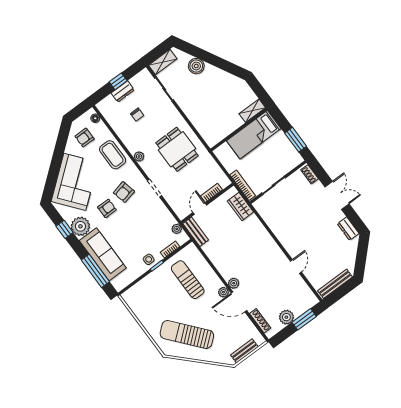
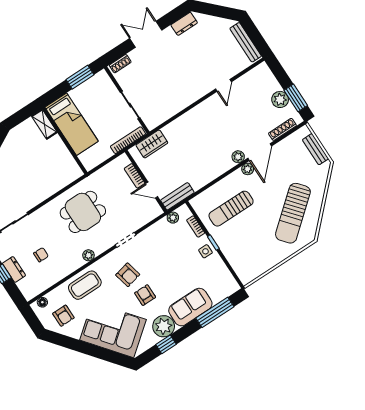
sofa: (103, 254) -> (190, 307), width x0.73
door: (296, 266) -> (223, 85), swing flipped
window: (304, 319) -> (296, 98), moved

